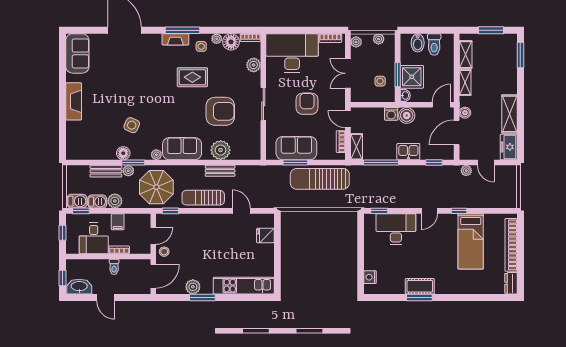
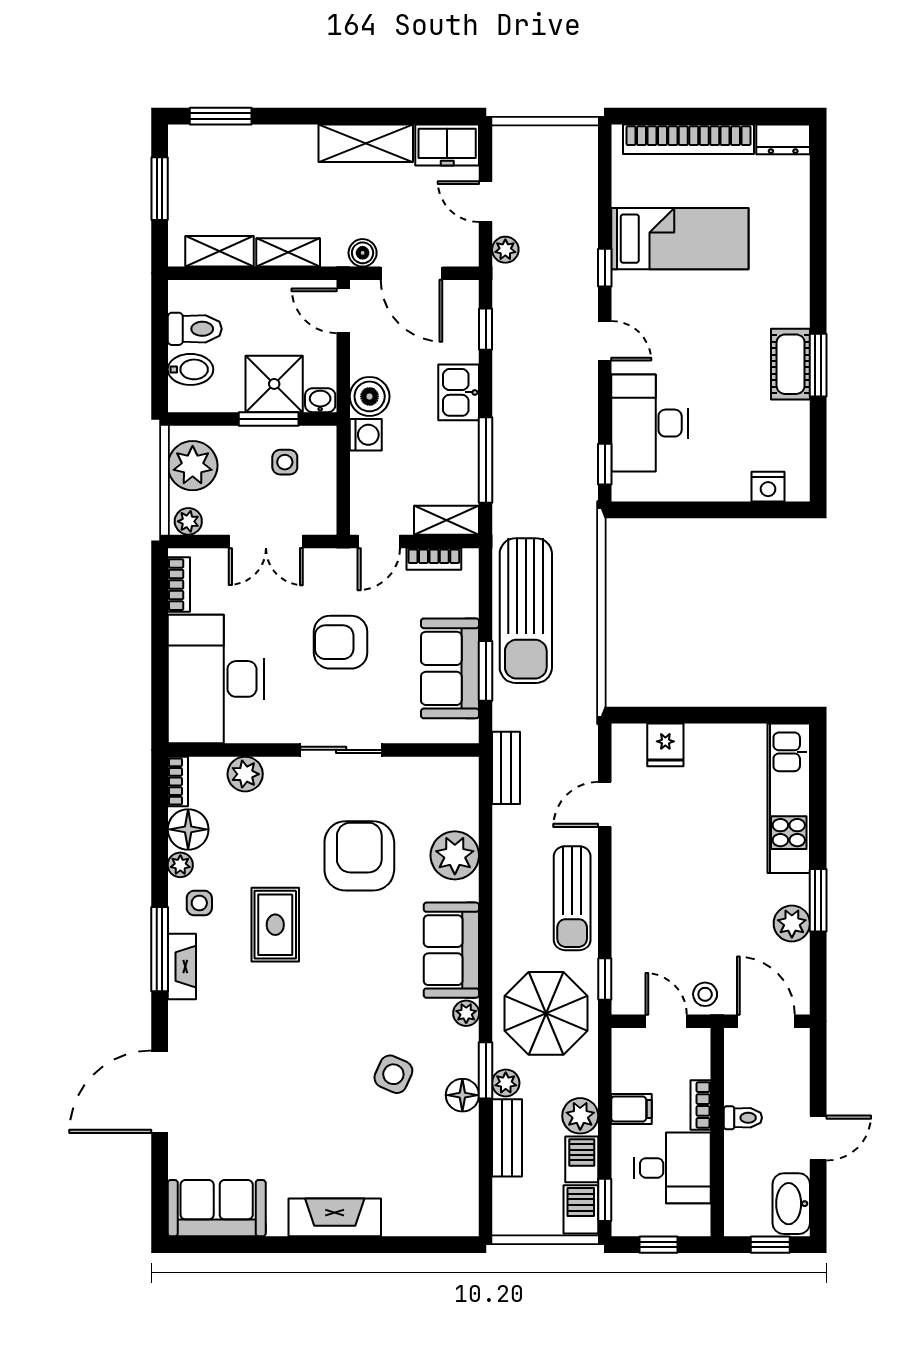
plant: (379, 39) -> (193, 466), width x1.88, depth x1.88
door: (486, 163) -> (486, 202), swing flipped
bench: (220, 171) -> (506, 768), moved

